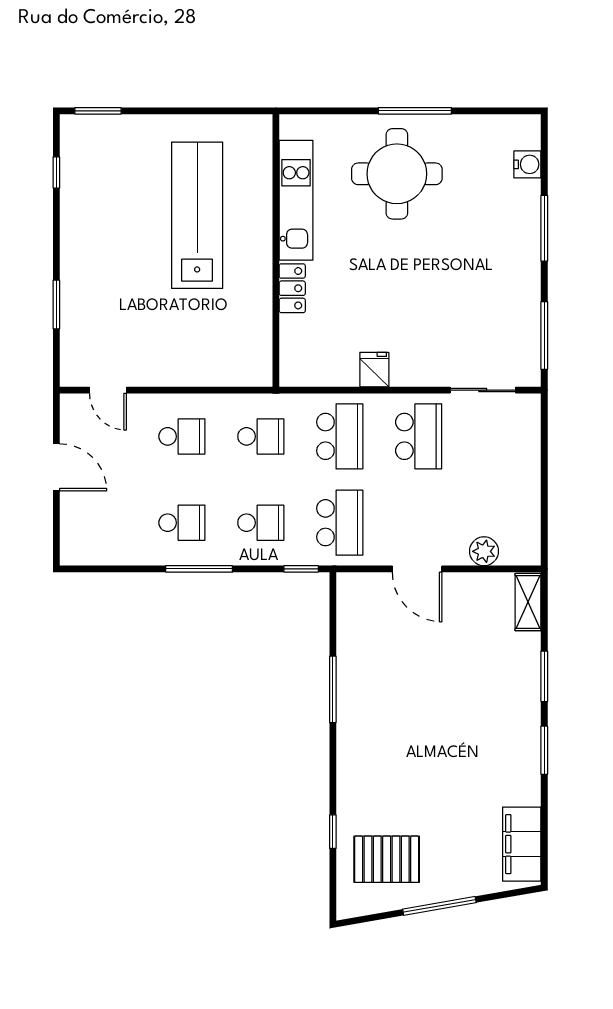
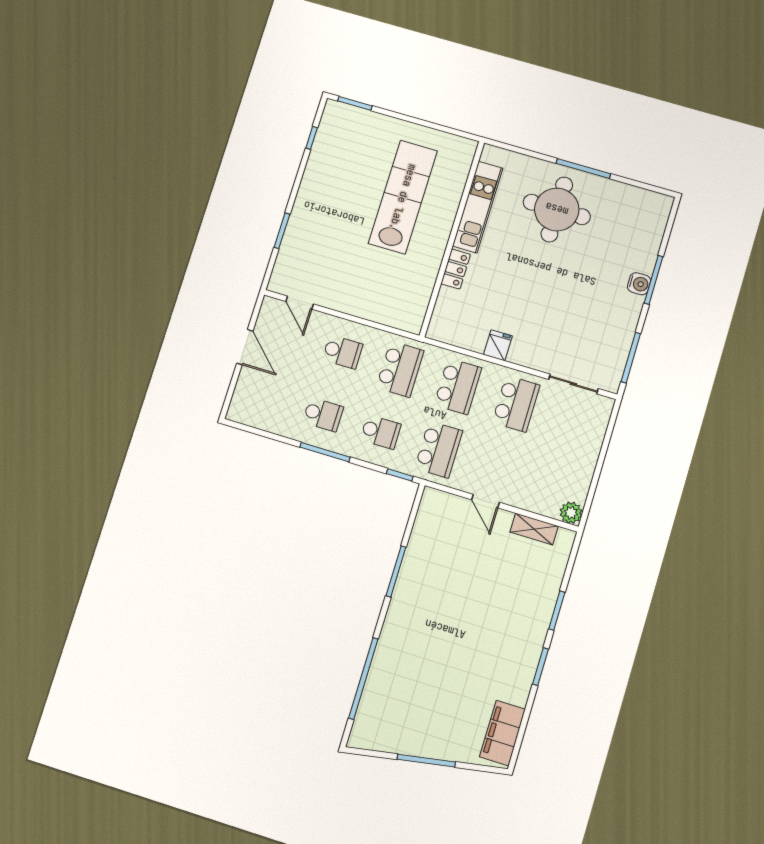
water cooler: (527, 164) -> (639, 284), moved
school desk: (261, 436) -> (400, 369), width x1.85
plant: (484, 551) -> (571, 513), moved
door: (417, 569) -> (486, 501), width x0.73
shelving: (528, 602) -> (534, 529), moved, turned 90
window: (333, 832) -> (363, 679), width x3.17
pallet: (387, 859) -> (397, 712), removed

